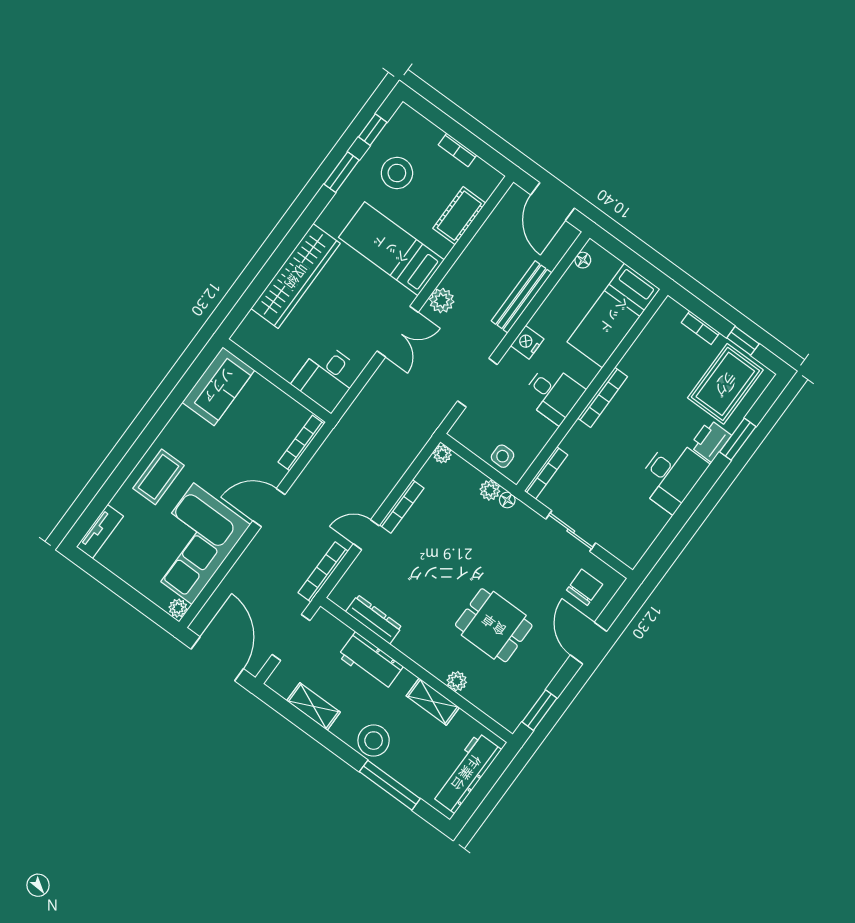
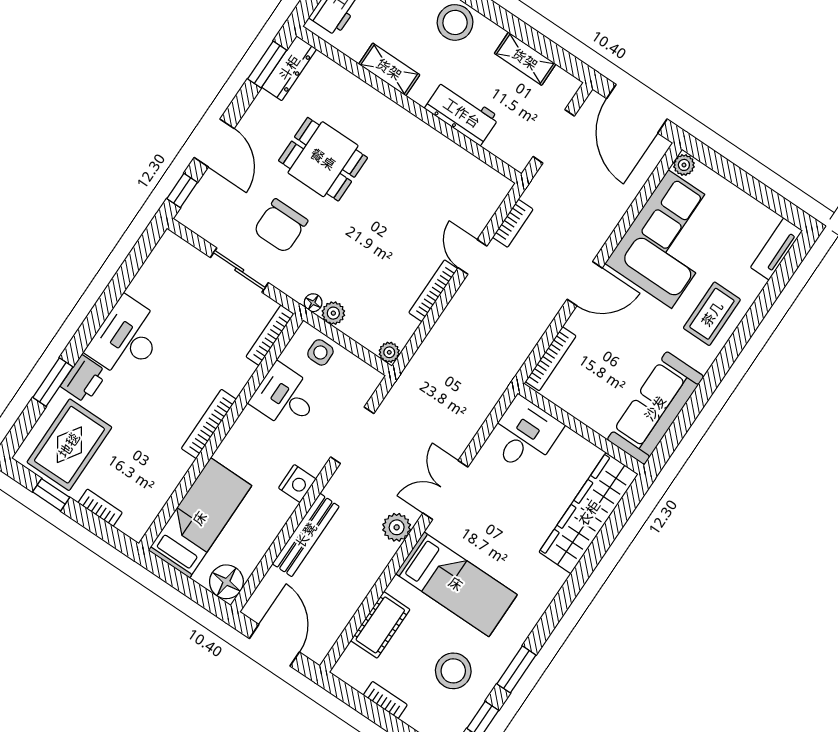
floor lamp: (583, 260) -> (226, 582), width x1.89, depth x1.89
wardrobe: (296, 276) -> (589, 513), moved
sofa: (218, 386) -> (655, 408), width x1.36
desk: (553, 394) -> (285, 397), moved
door: (366, 535) -> (473, 257), swing flipped
bookcase: (323, 572) -> (513, 223), width x0.64
chair: (585, 587) -> (281, 226), moved, width x1.37, depth x1.37
window: (618, 603) -> (182, 191), added
dresser: (374, 619) -> (289, 68), moved, turned -90
plant: (457, 681) -> (363, 94), removed

